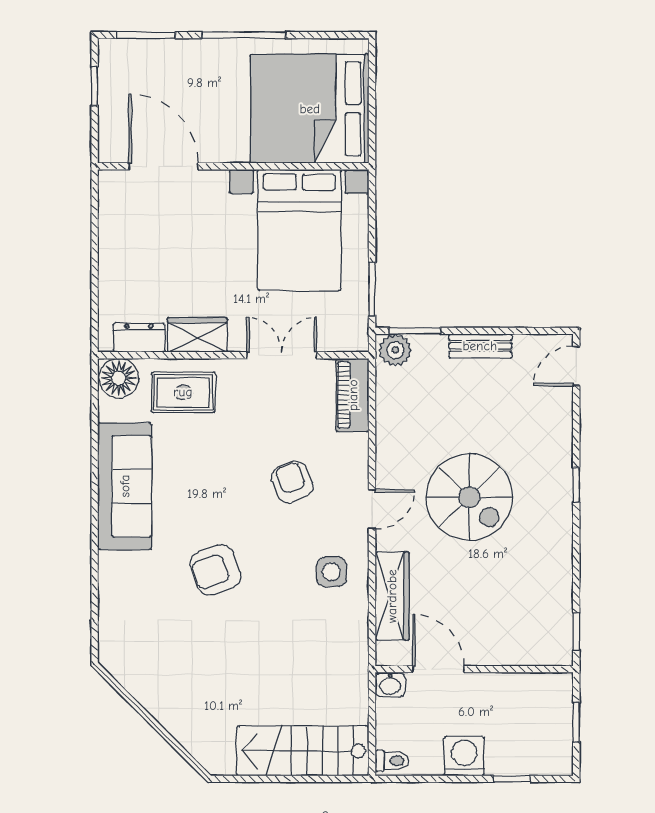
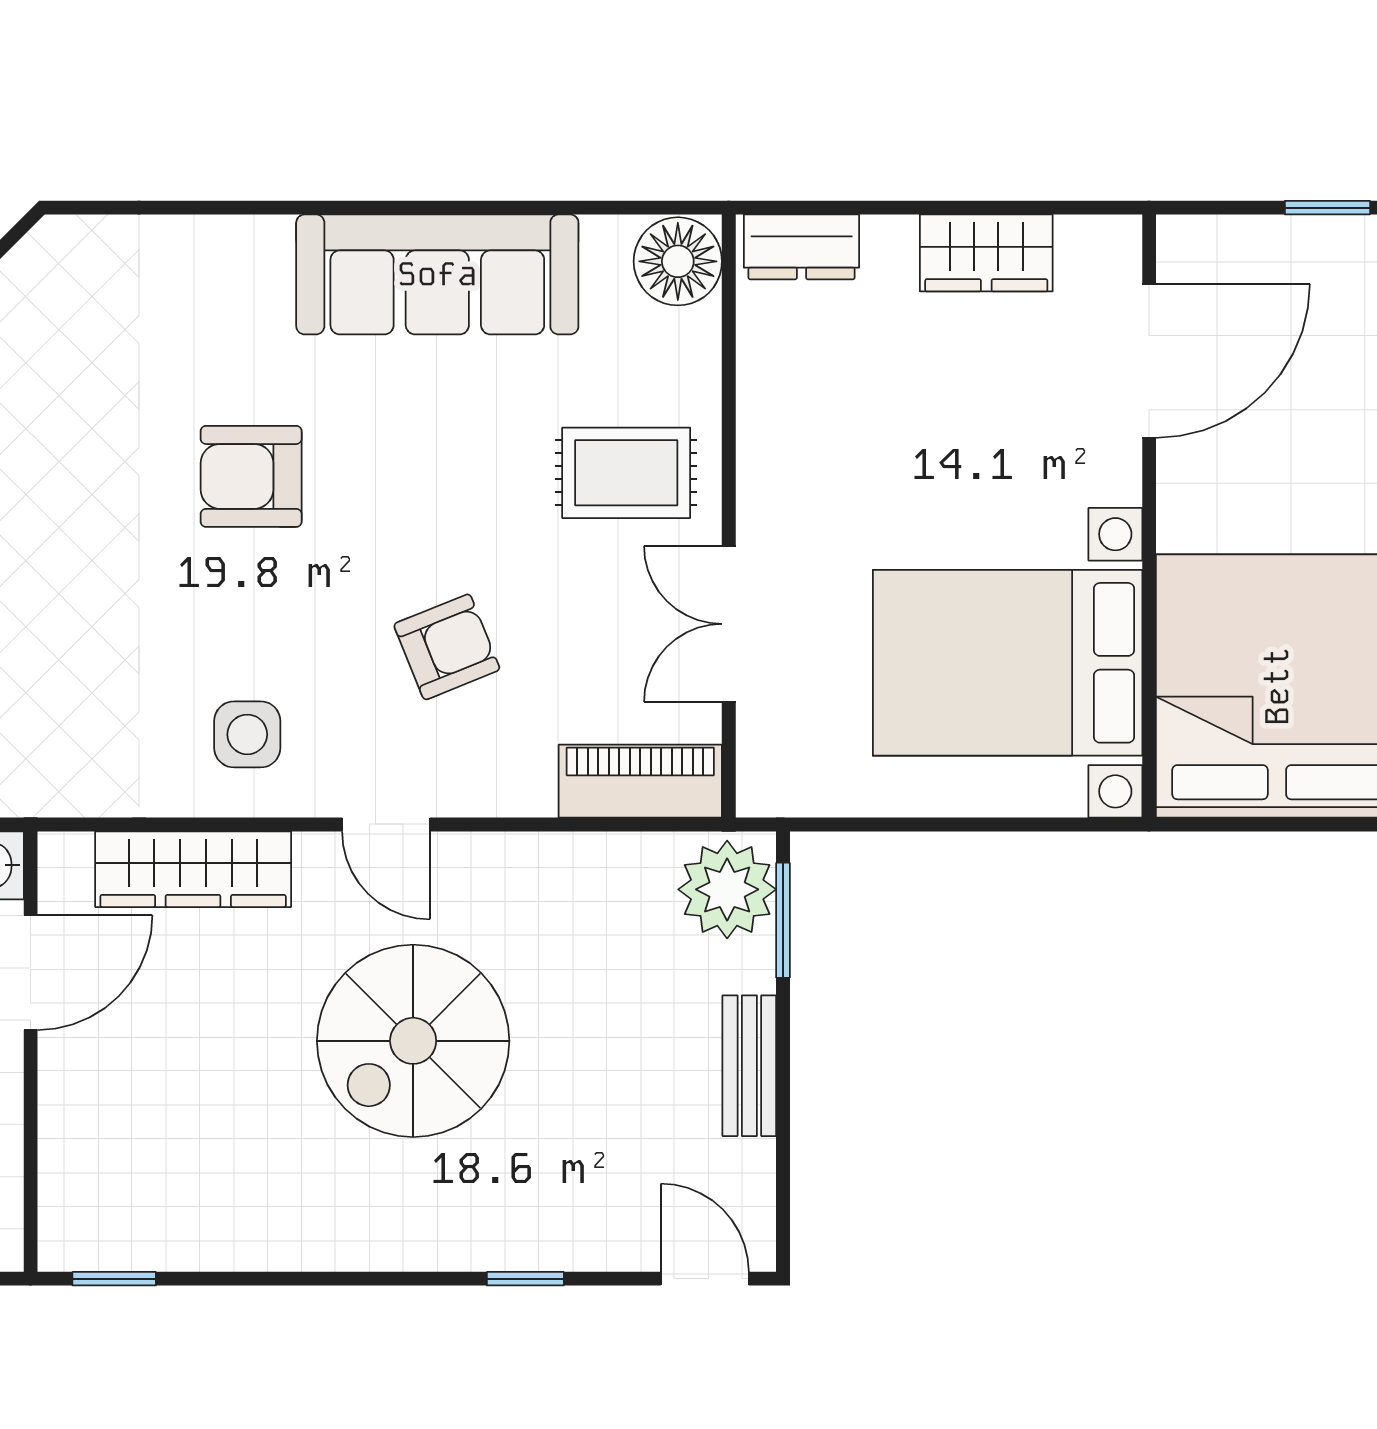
window: (372, 289) -> (876, 824), removed
wardrobe: (197, 335) -> (986, 253), moved, turned 90
dresser: (139, 338) -> (802, 247), moved, turned 90
plant: (395, 350) -> (727, 889), width x1.36, depth x1.36
double door: (282, 355) -> (729, 624), swing flipped
rug: (183, 392) -> (626, 473), moved, turned 90
window: (576, 485) -> (525, 1279), moved
armchair: (215, 570) -> (251, 476), turned -70

